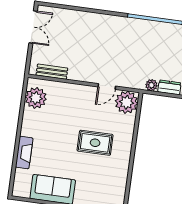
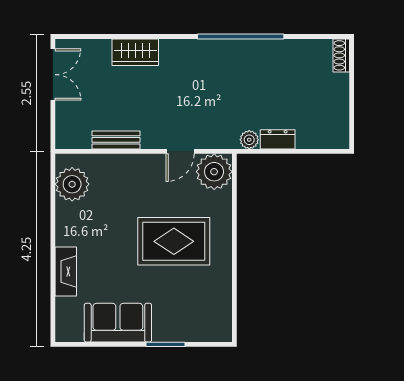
wardrobe: (87, 20) -> (135, 52), added
bench: (52, 72) -> (116, 140), moved
rug: (95, 143) -> (174, 241), width x1.36, depth x1.43

